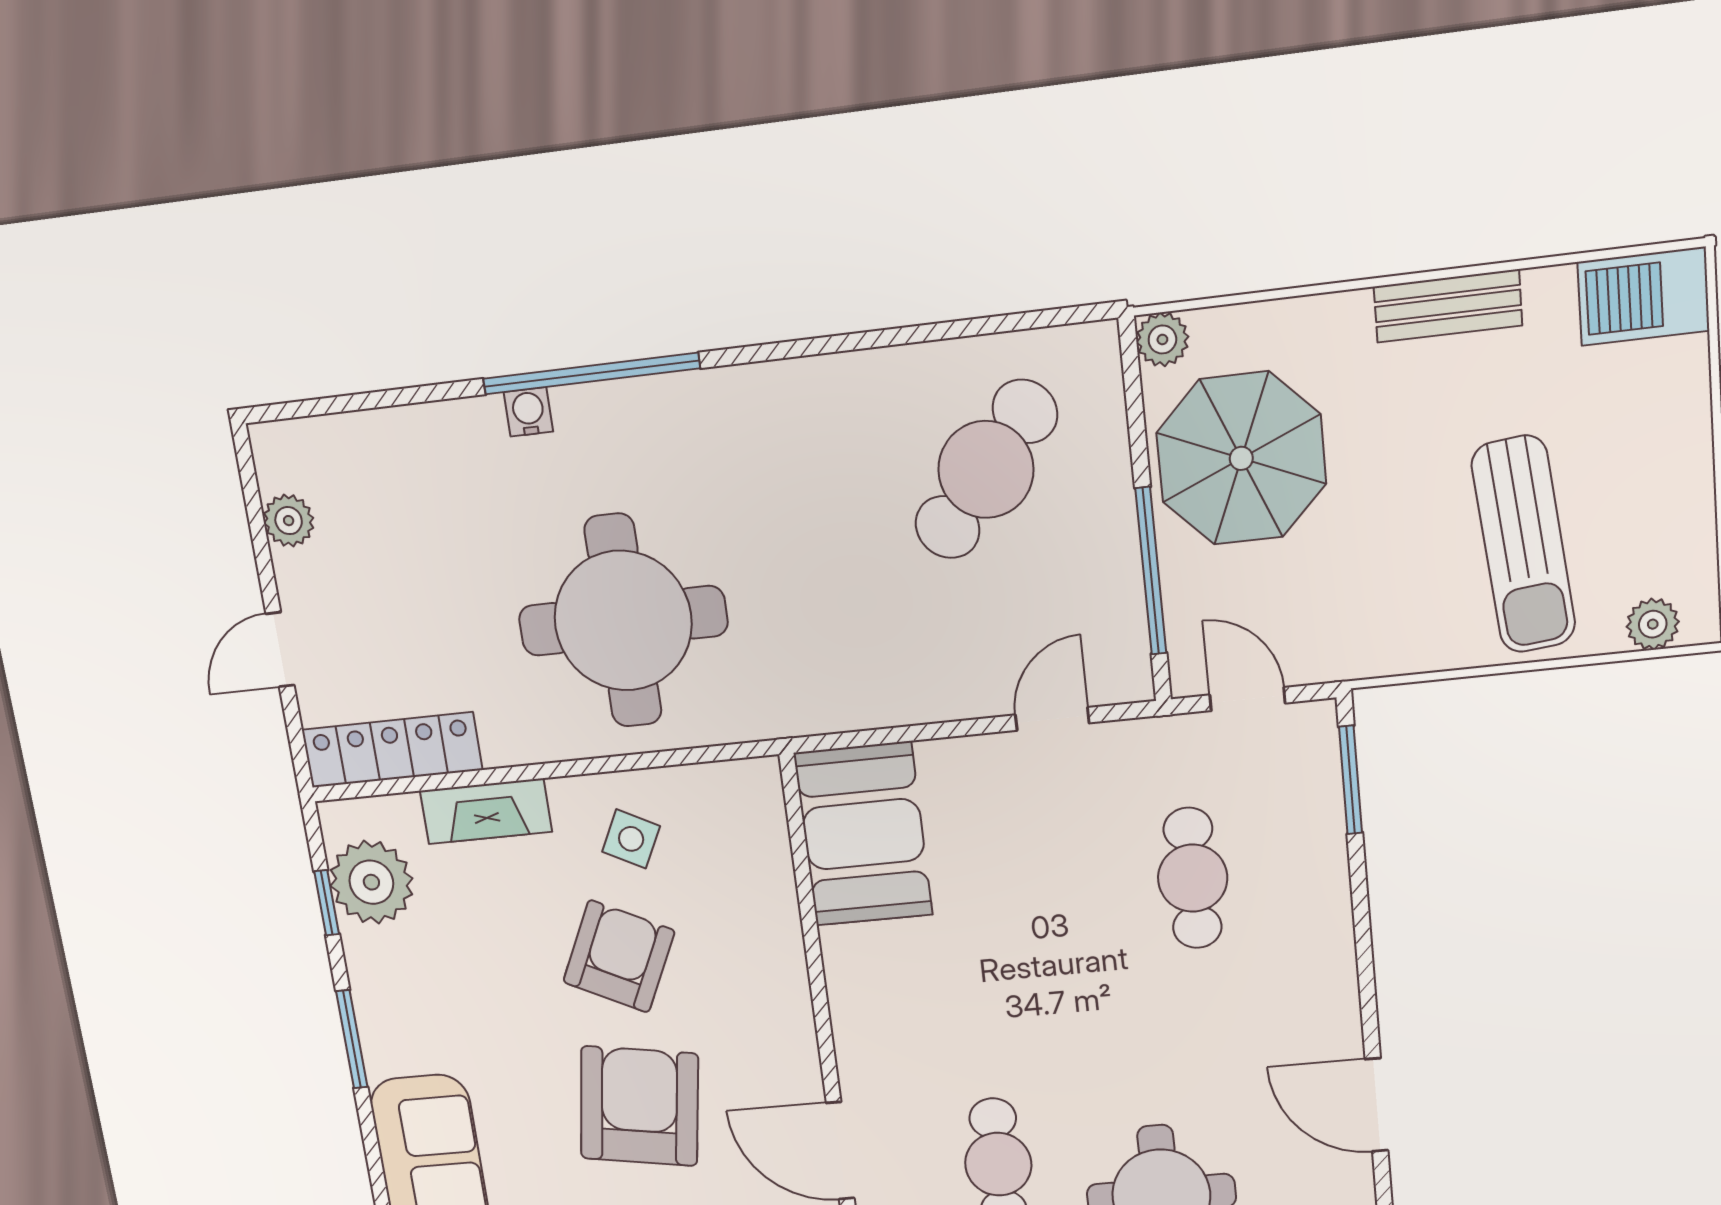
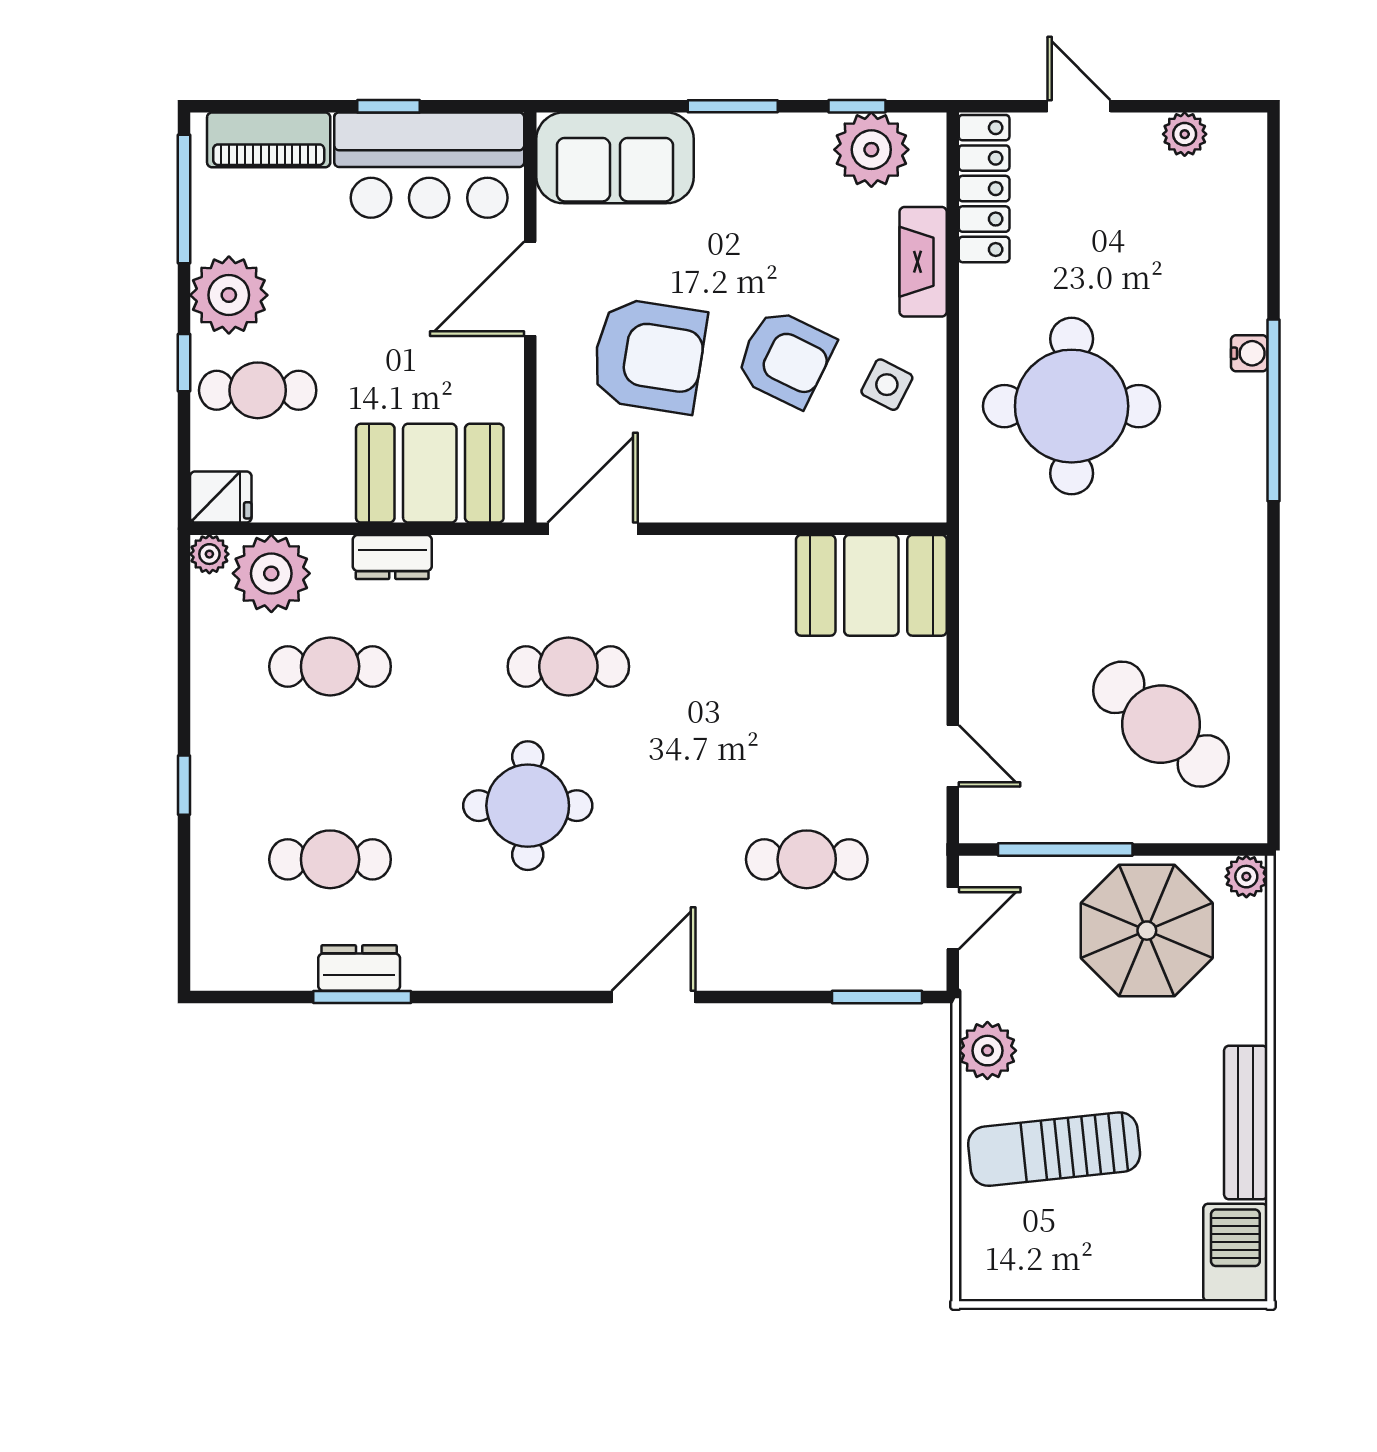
bench: (1448, 306) -> (1246, 1123), width x1.36
plant: (1653, 624) -> (987, 1051), moved, width x1.38, depth x1.38
door: (1376, 1105) -> (653, 997), moved

